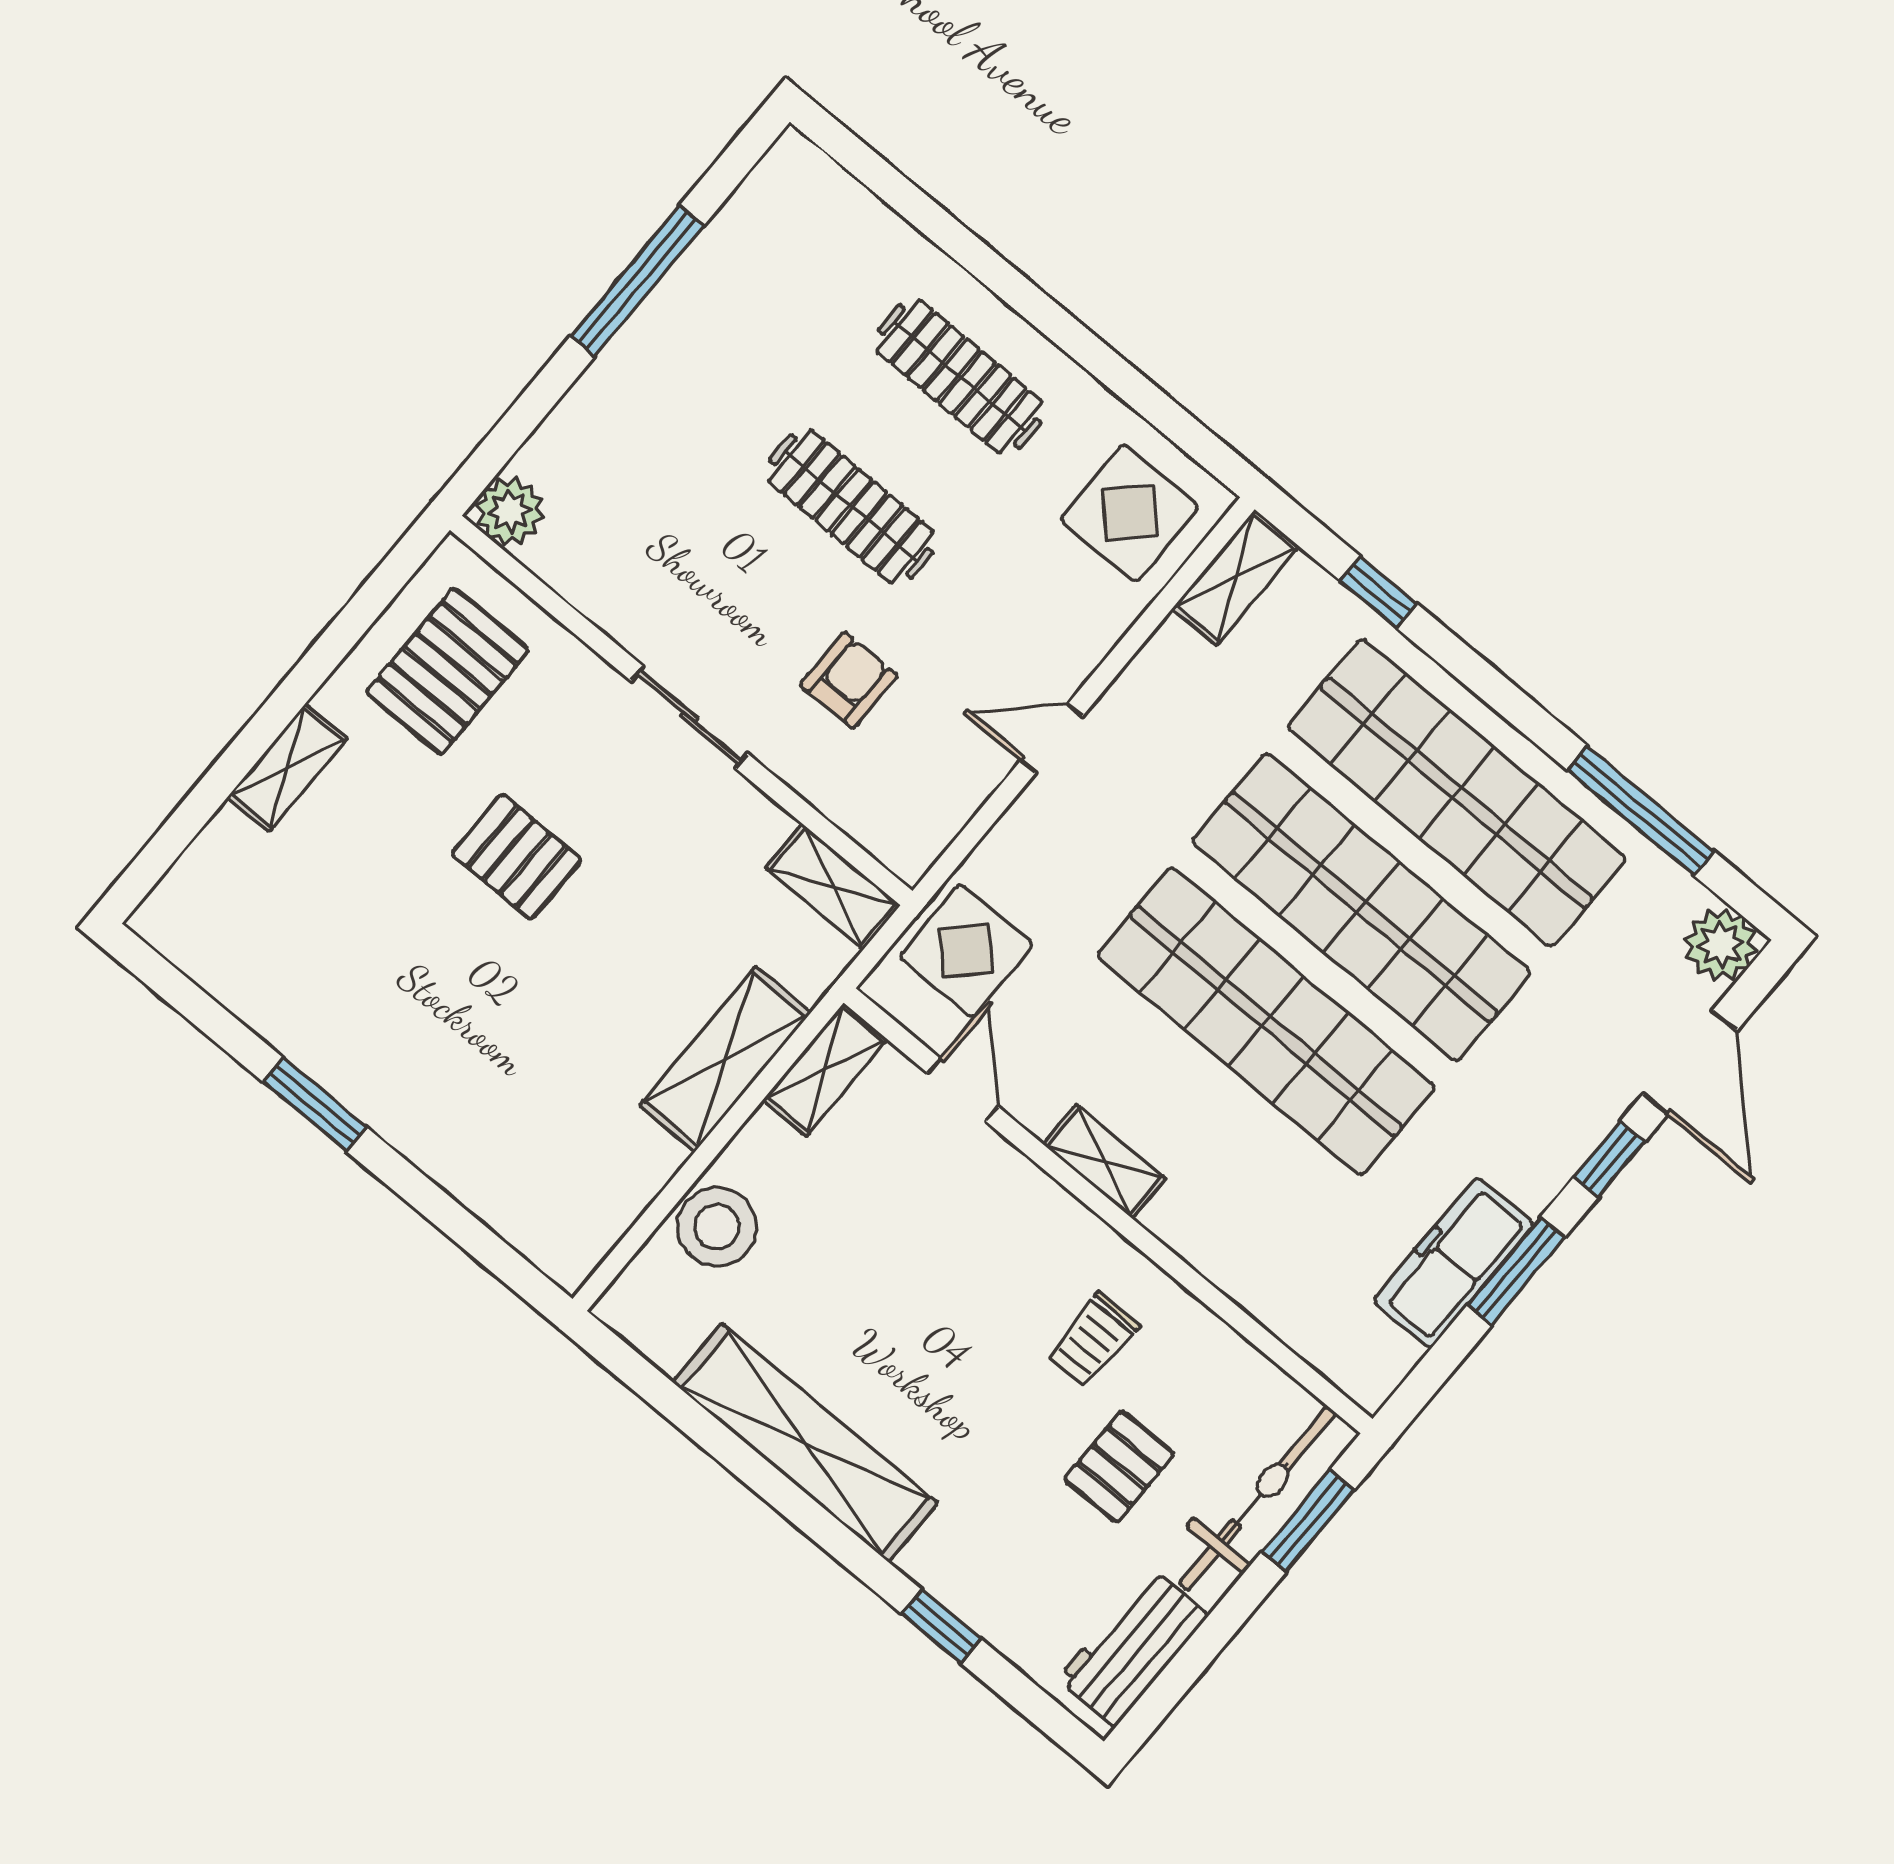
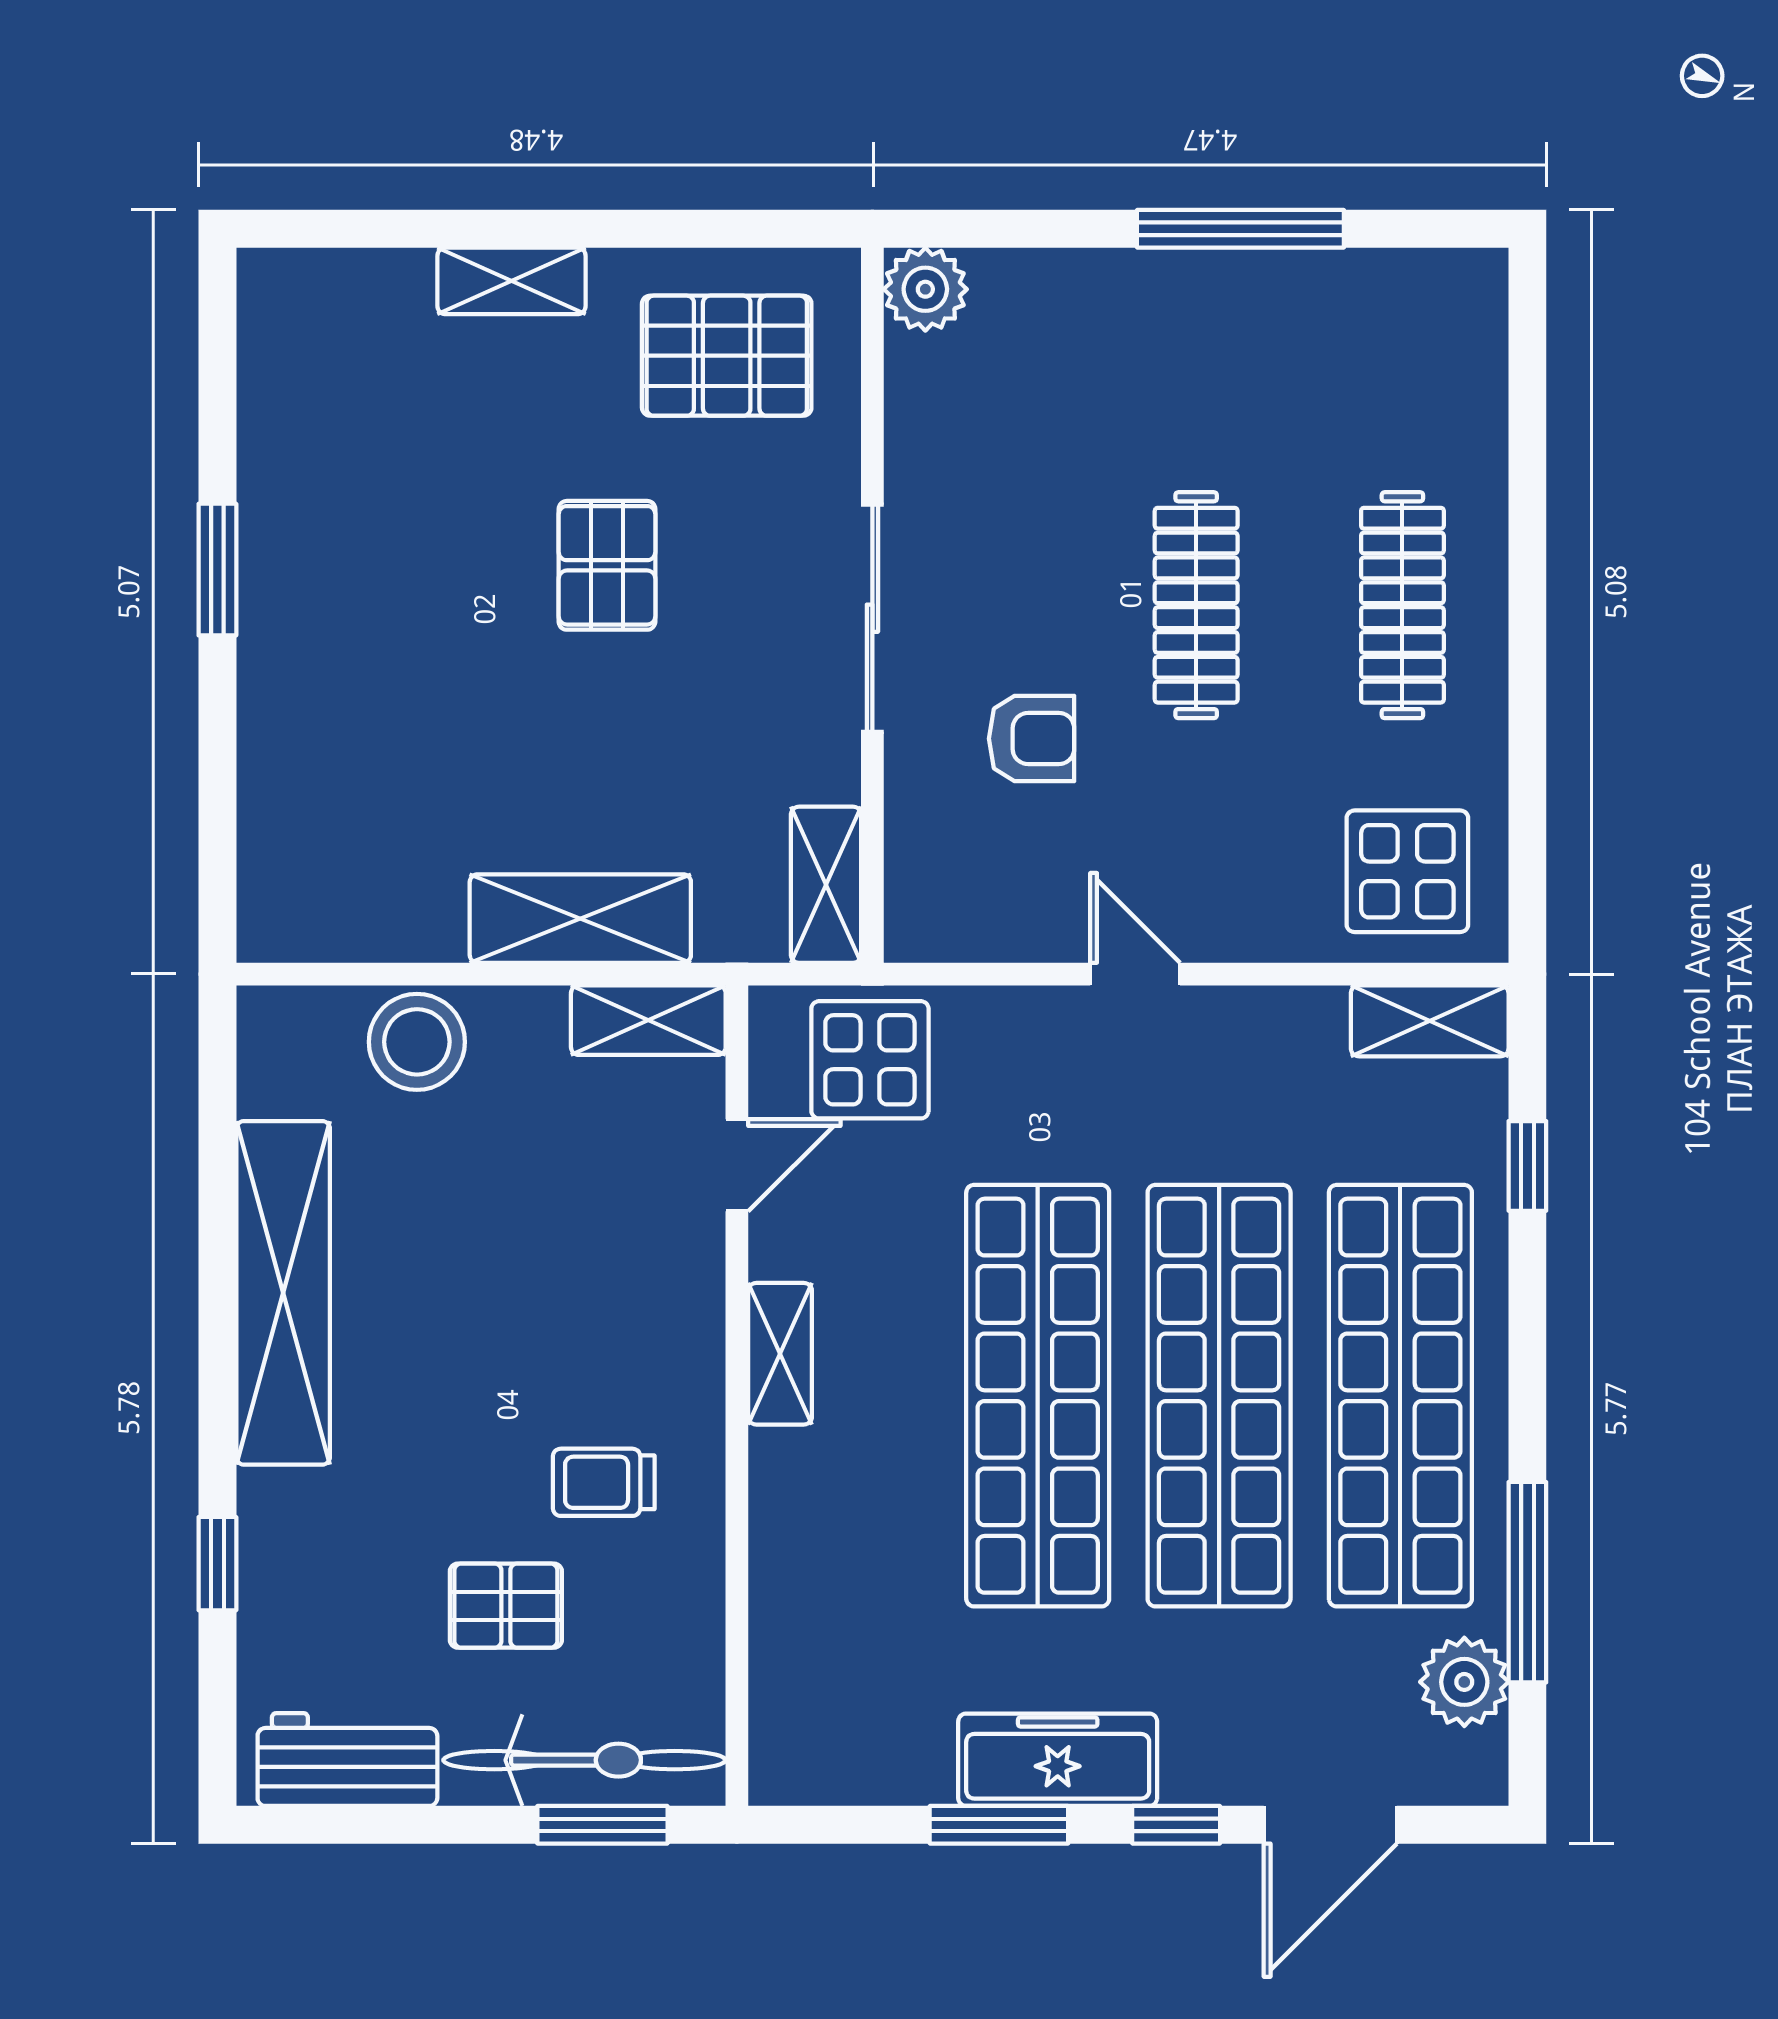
sliding door: (689, 717) -> (872, 618), width x1.37
plant: (1721, 945) -> (1464, 1682), moved
freezer: (1454, 1263) -> (1058, 1760), moved

